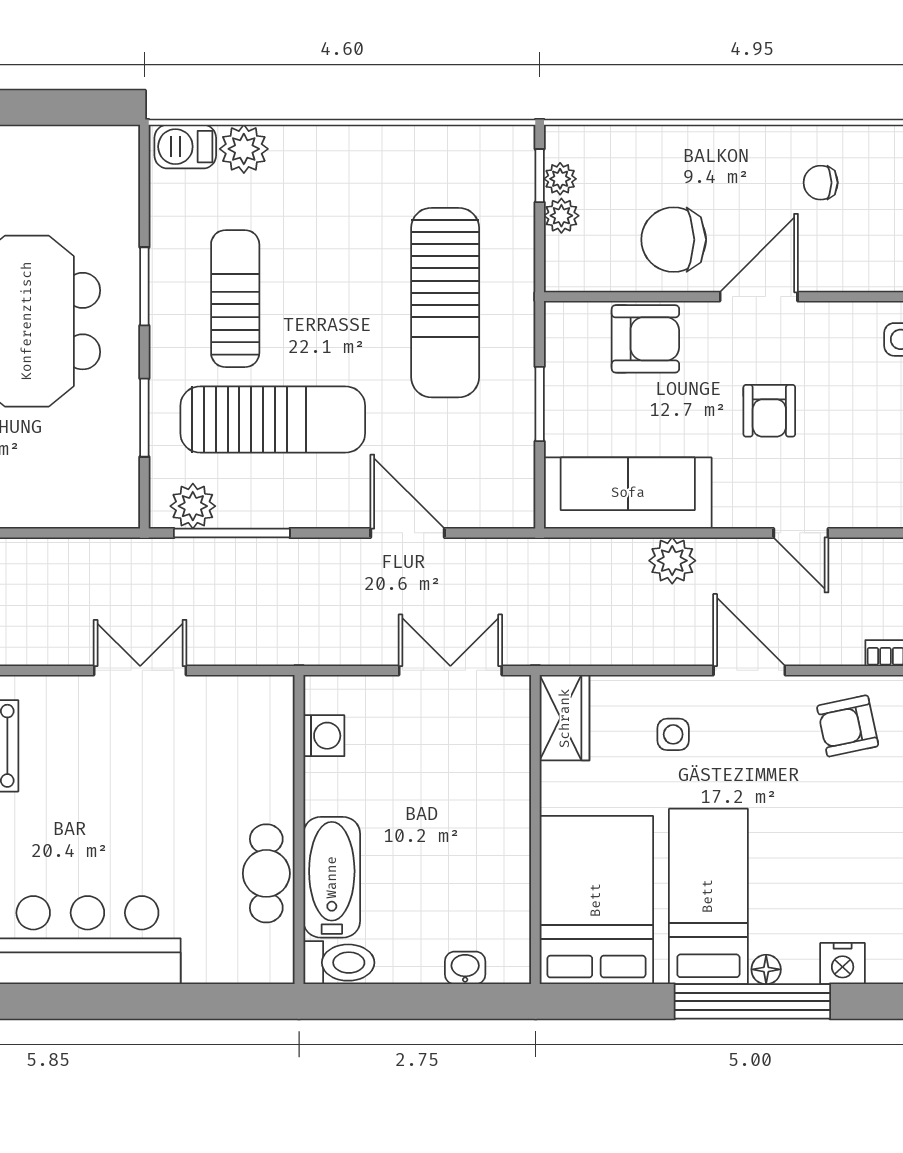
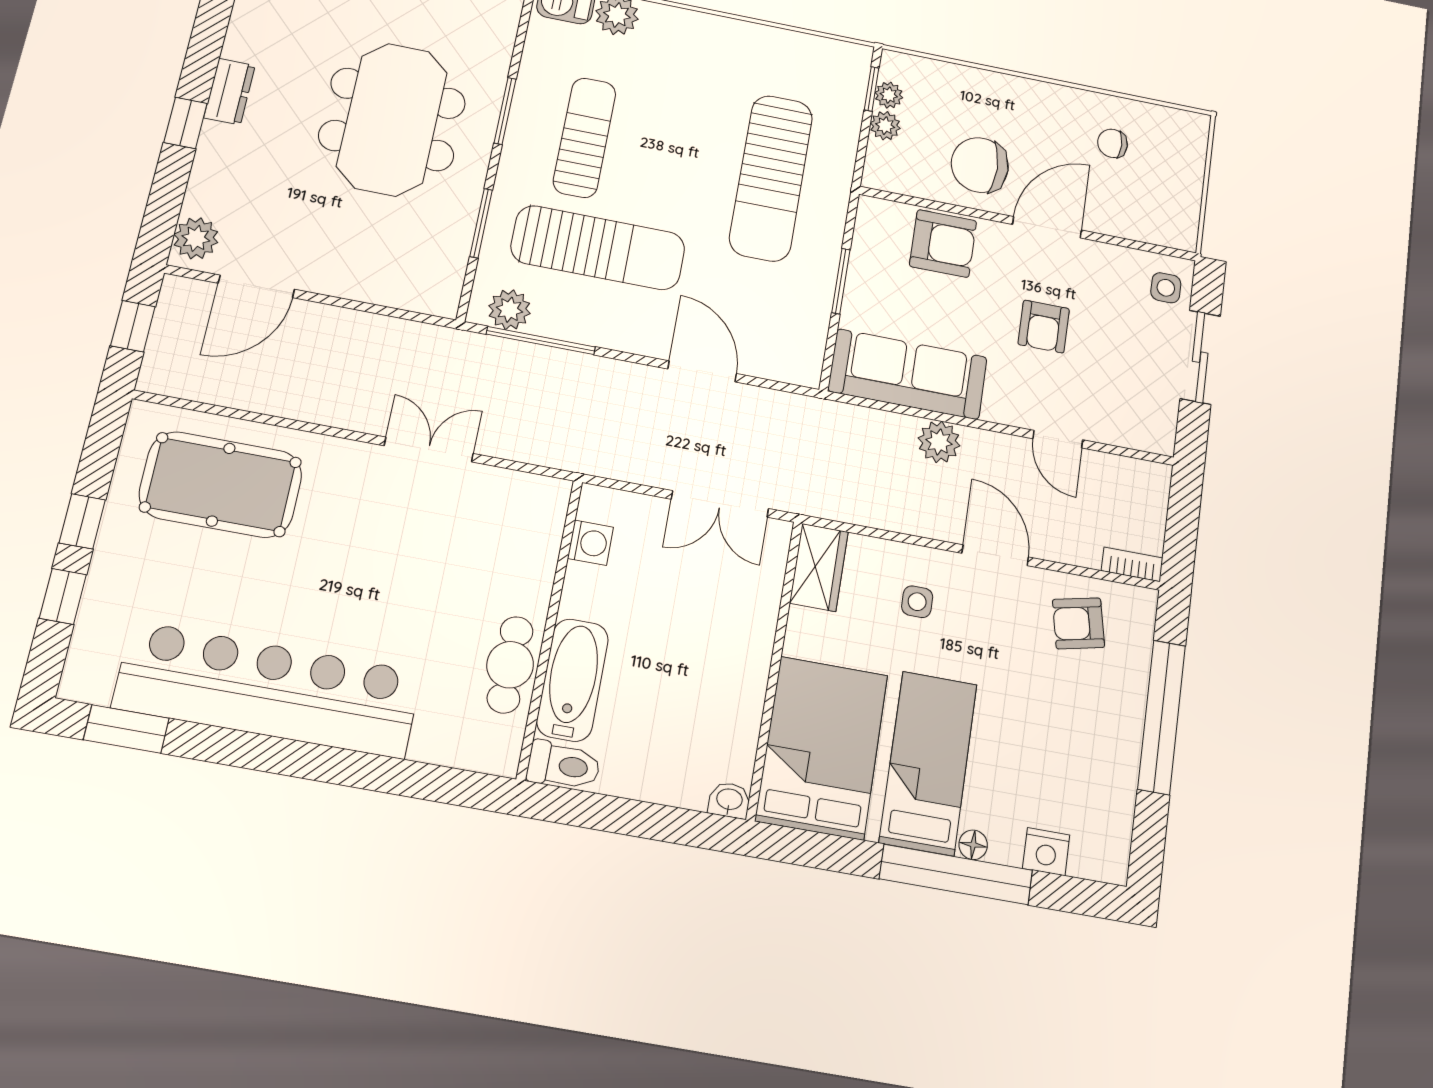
double door: (450, 670) -> (720, 504), swing flipped
washbasin: (465, 968) -> (729, 800), moved

